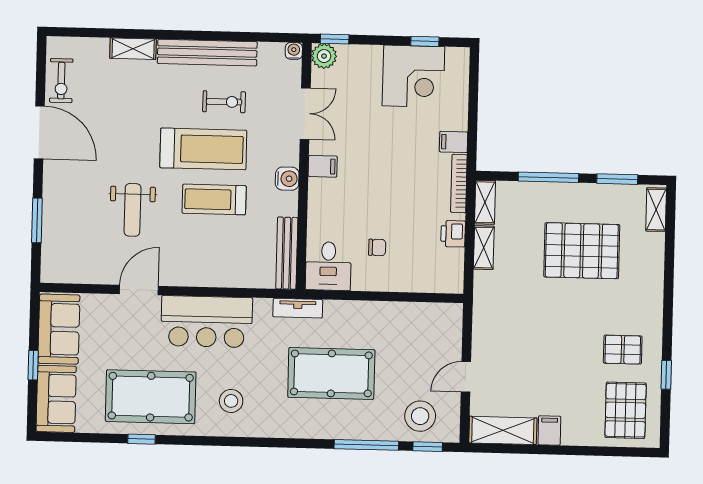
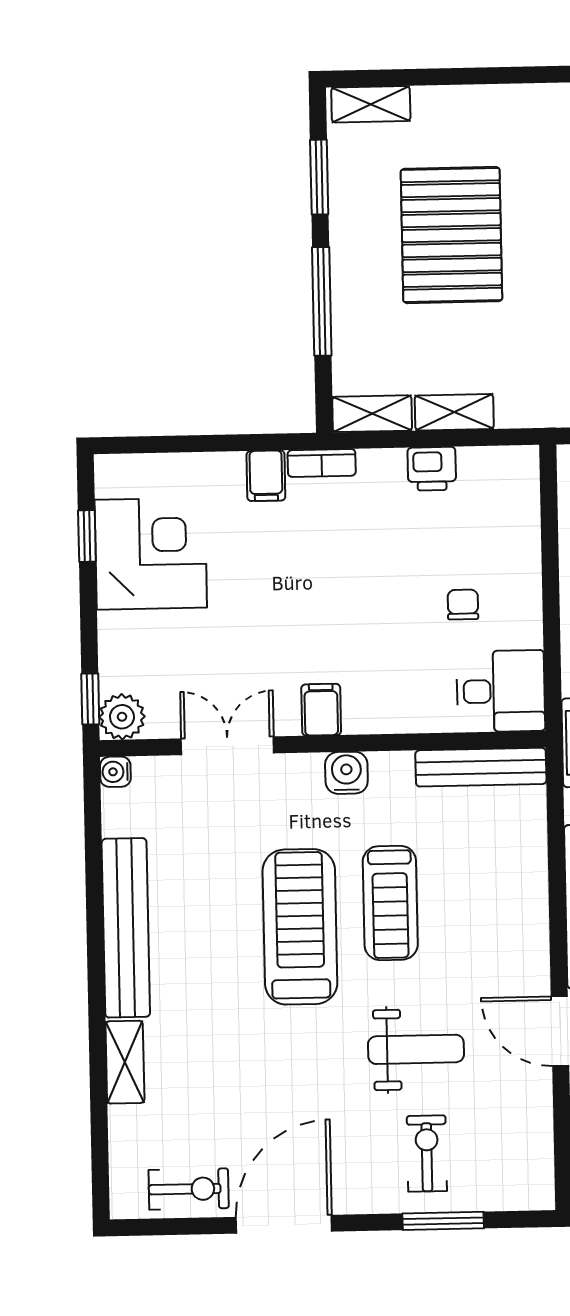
exercise bike: (224, 102) -> (427, 1153), moved
bookcase: (459, 184) -> (322, 463), width x0.64

